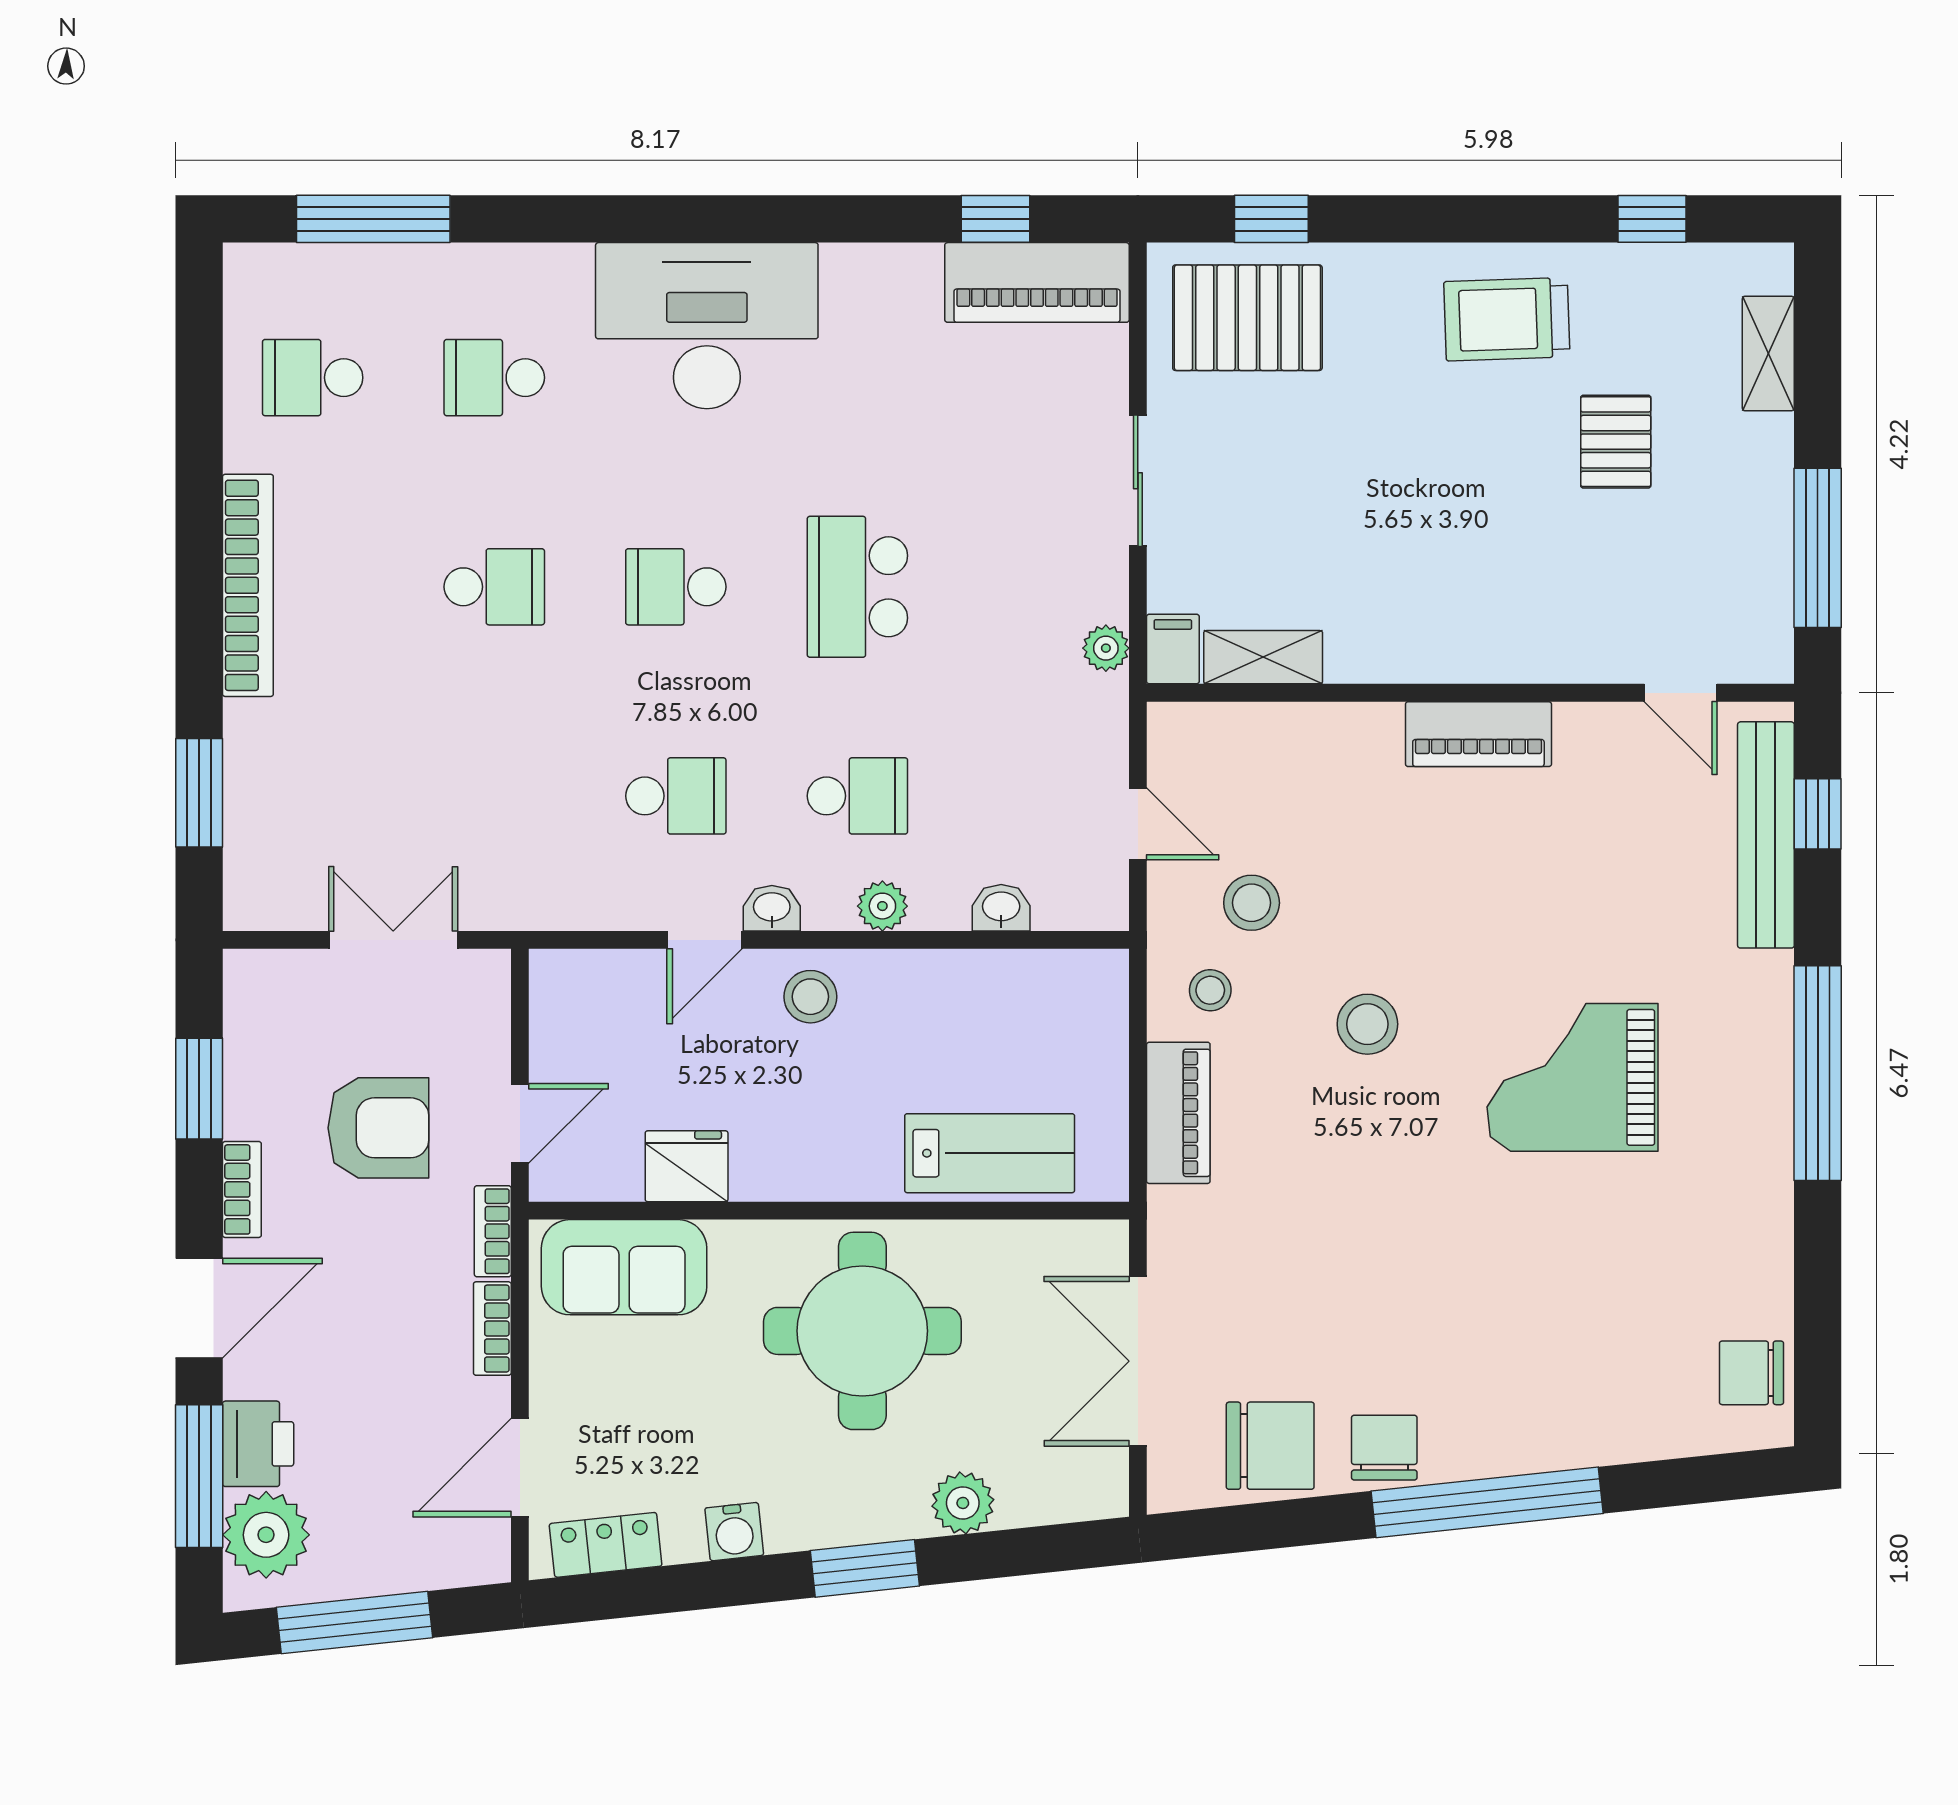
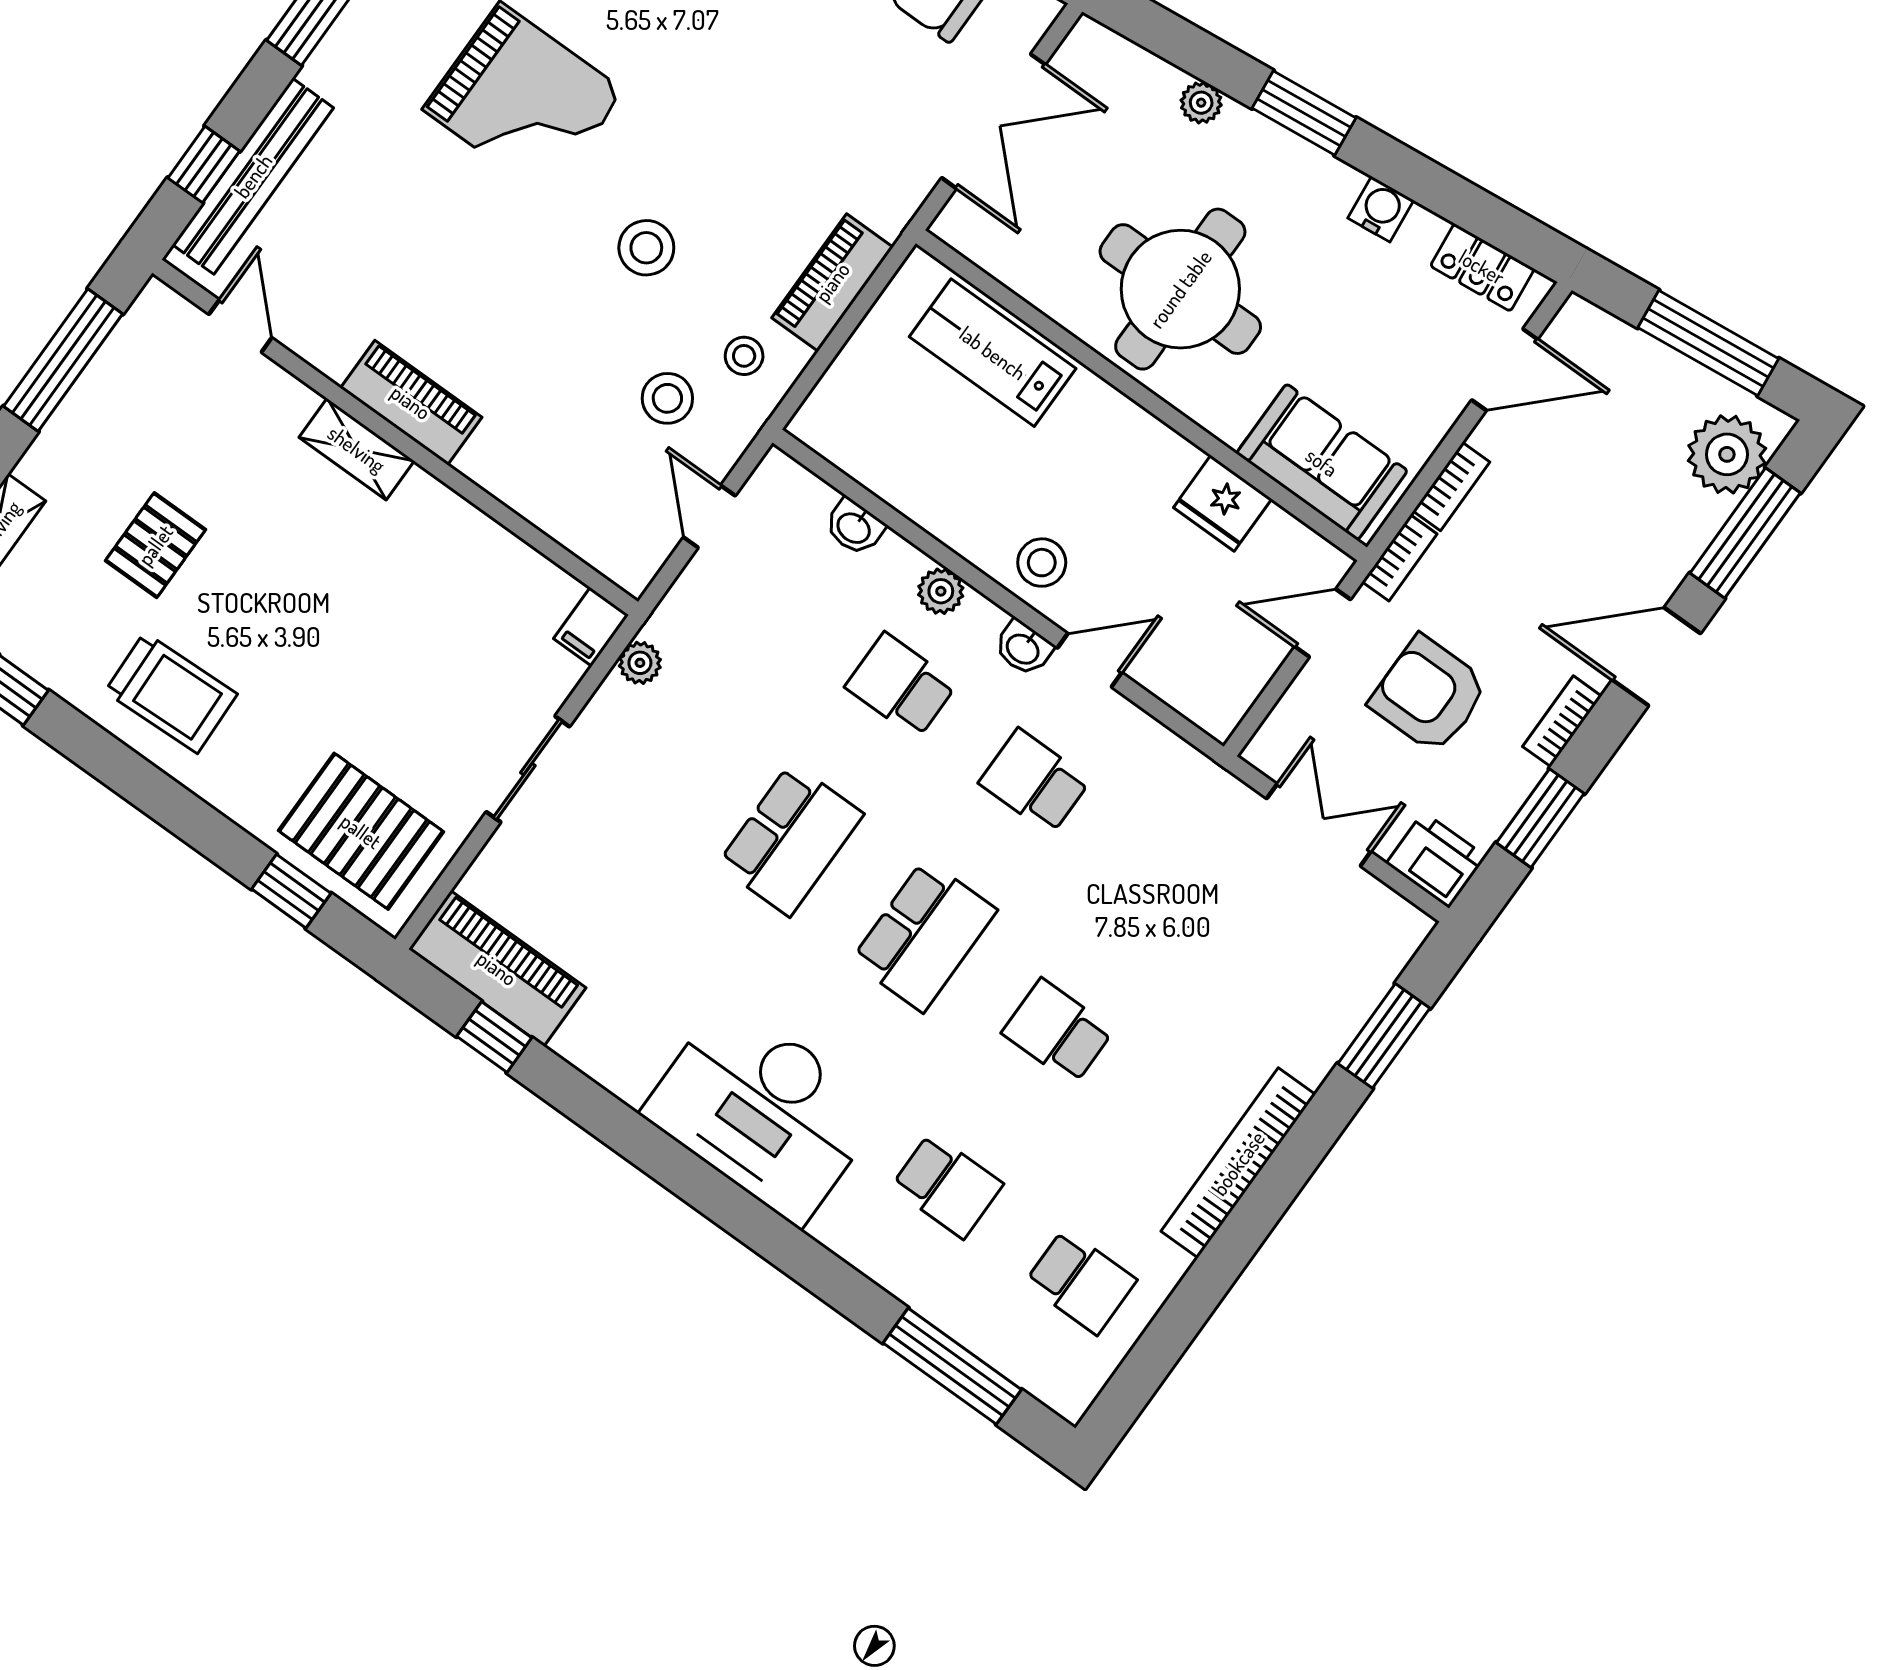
school desk: (676, 587) -> (924, 935), width x1.85
shelving: (1263, 657) -> (357, 449), moved
double door: (393, 940) -> (1319, 825), swing flipped
printer: (258, 1444) -> (1436, 860), moved, turned 90
plant: (963, 1503) -> (1201, 103), width x0.73, depth x0.73

